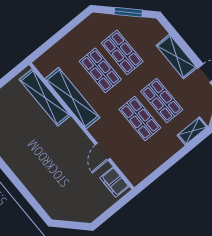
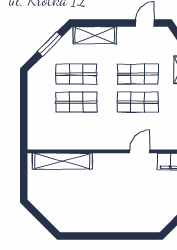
shelving: (177, 57) -> (95, 35), moved
shelving: (72, 98) -> (80, 141), removed
door: (103, 152) -> (140, 151), swing flipped

